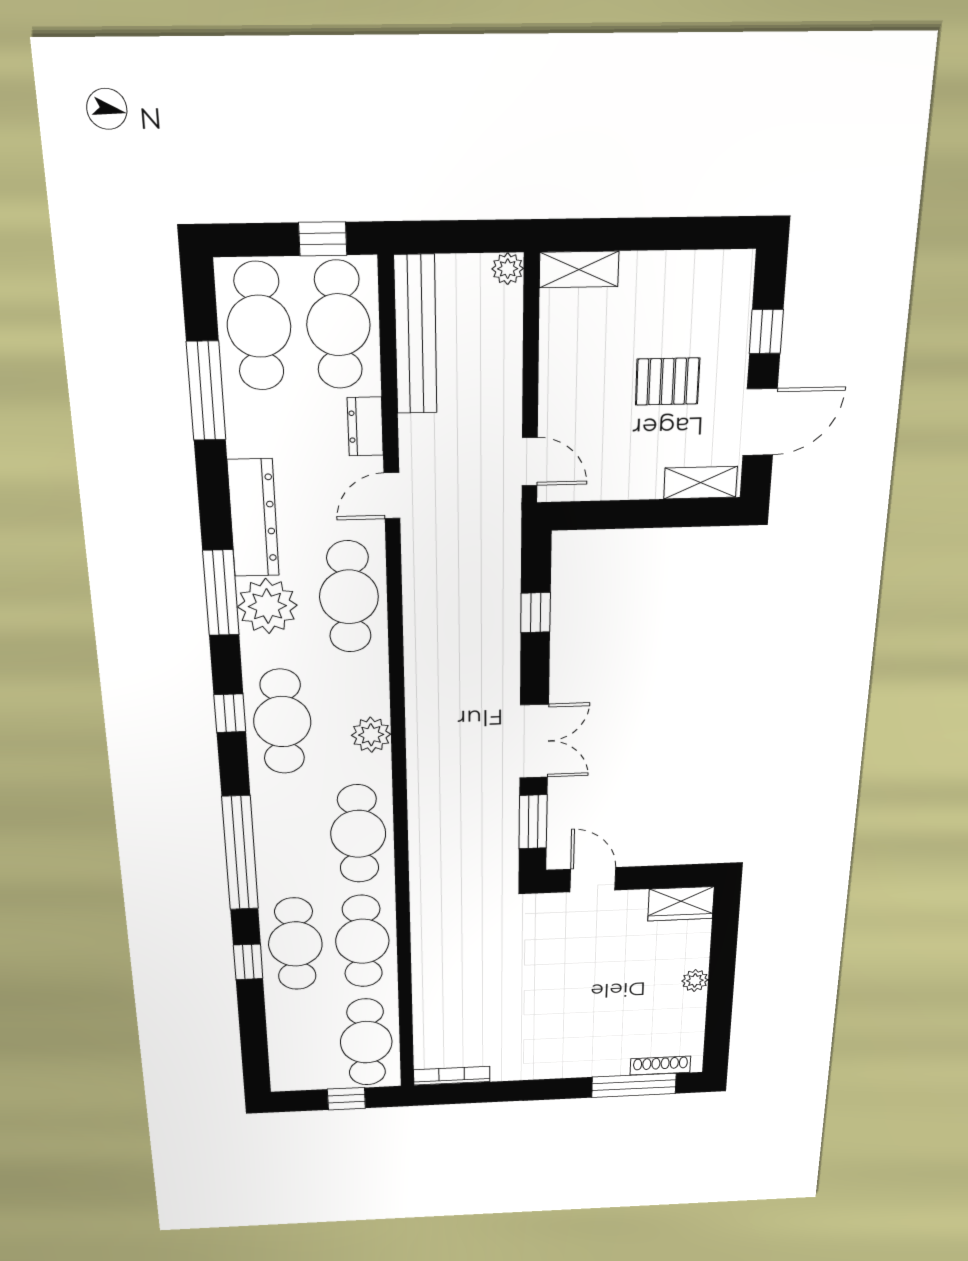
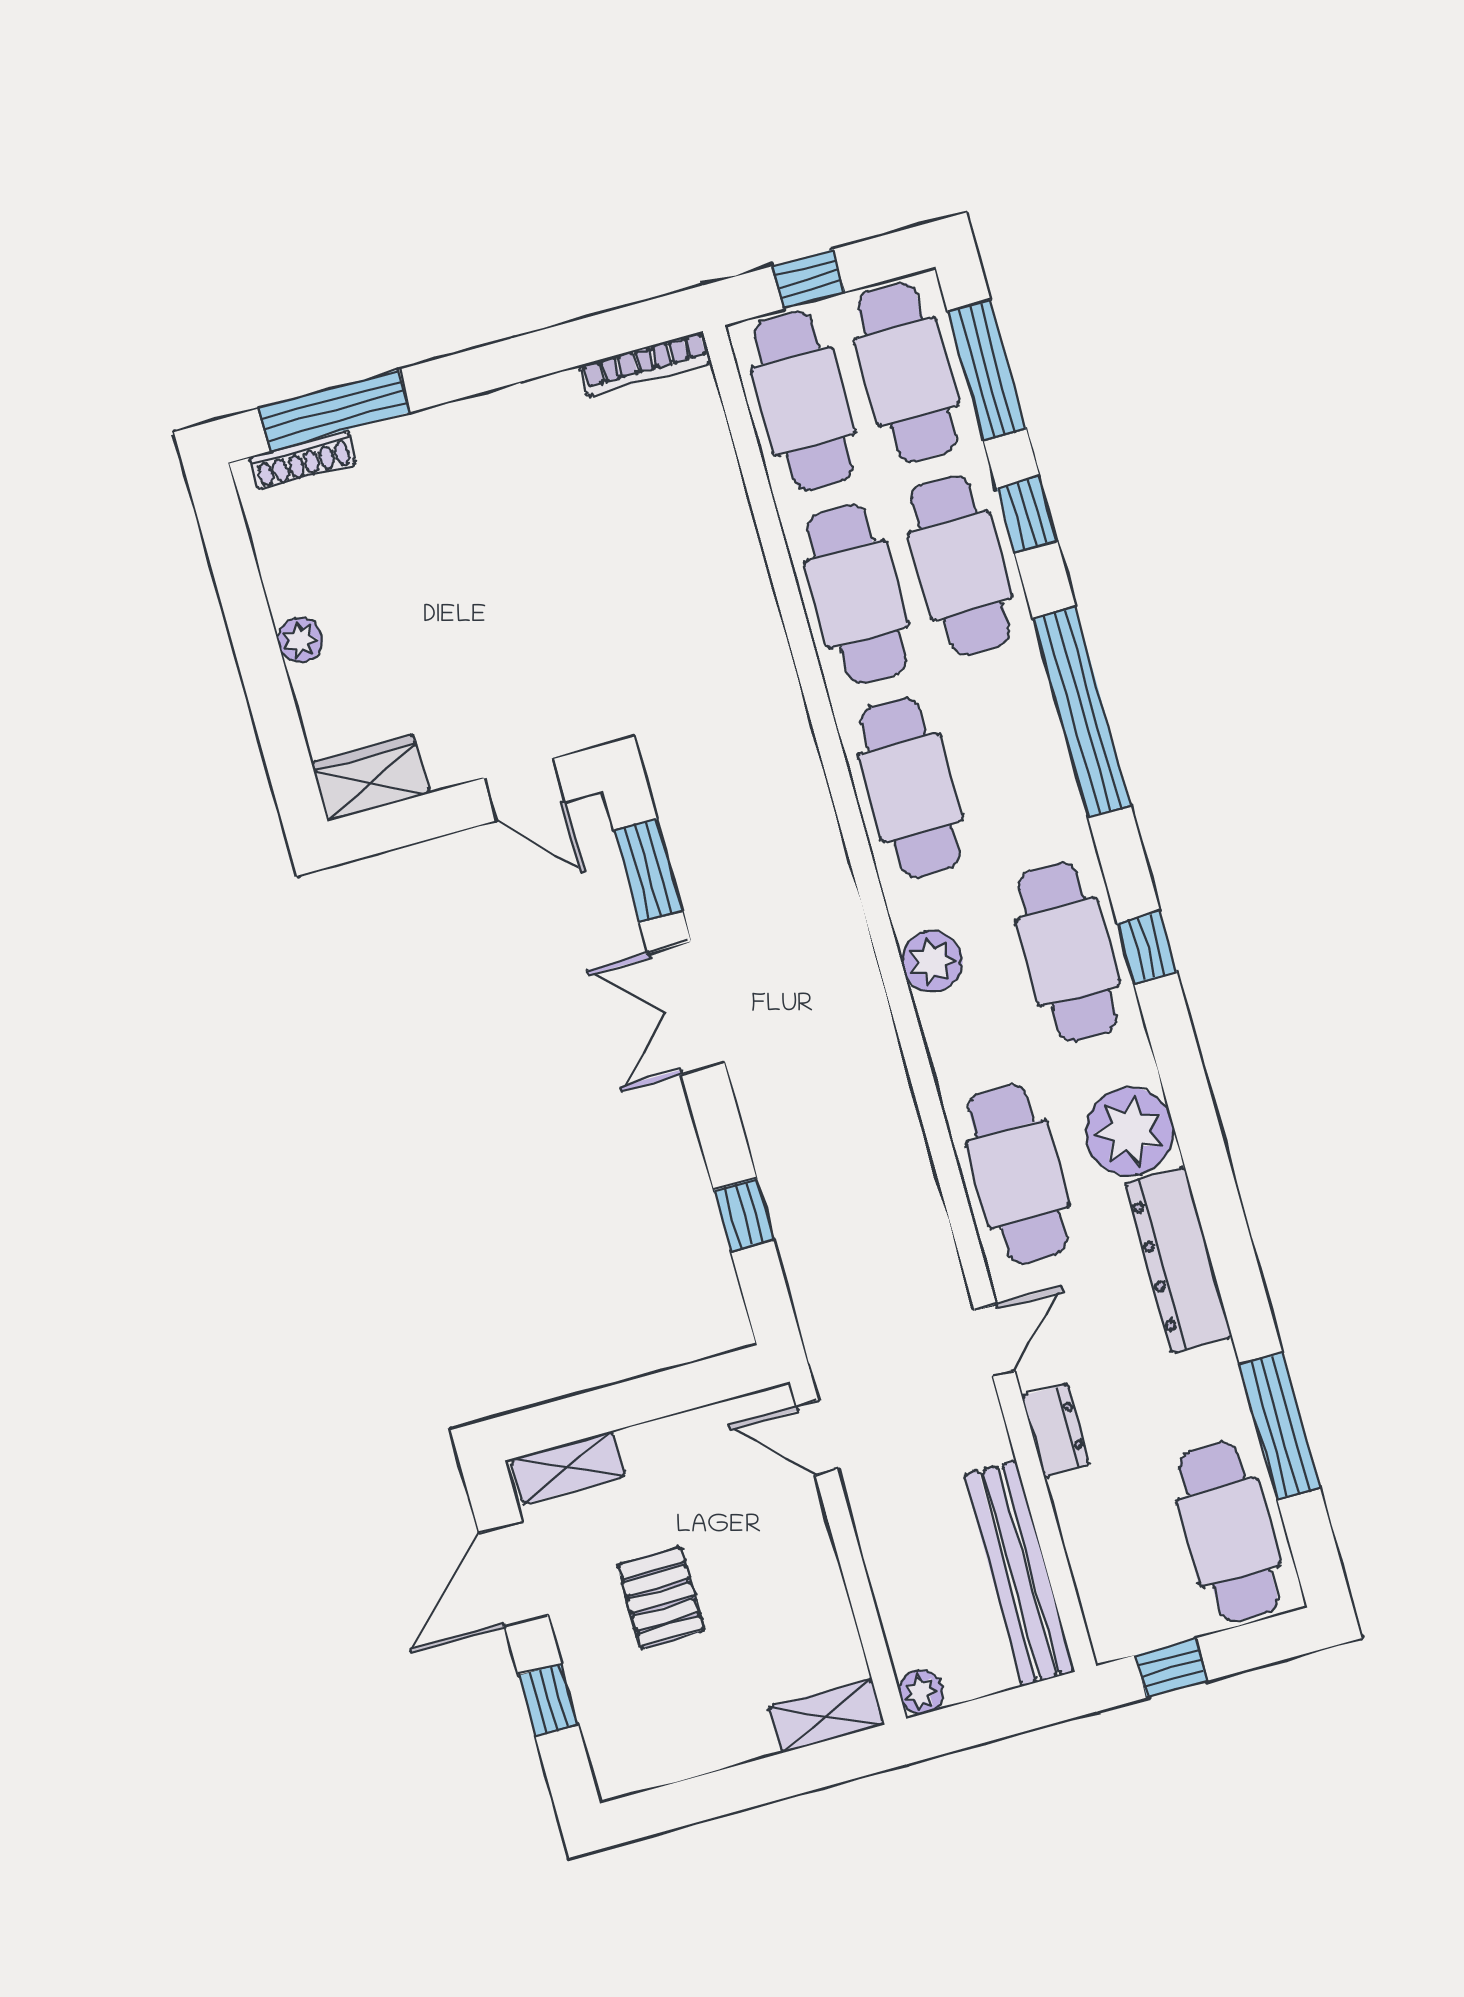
cafe table: (338, 325) -> (907, 372), moved
pallet: (668, 382) -> (661, 1598), turned 90
window: (221, 593) -> (987, 371), moved

